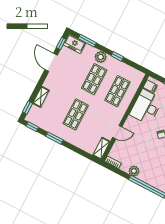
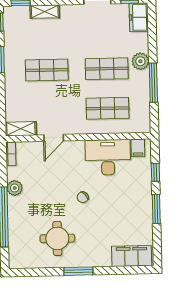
window: (87, 41) -> (152, 32), removed
window: (117, 56) -> (153, 83), width x2.17
door: (117, 132) -> (54, 138), hinge flipped

